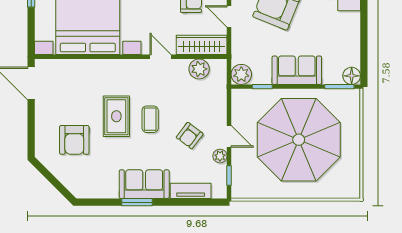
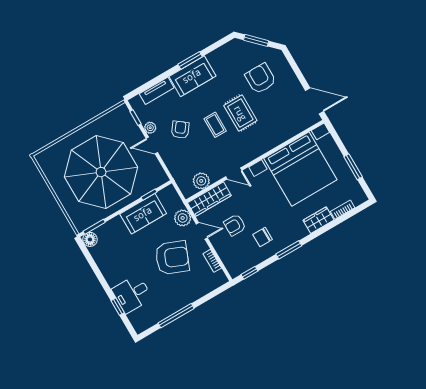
sofa: (297, 70) -> (143, 214), moved
plant: (241, 74) -> (183, 218), moved
window: (56, 183) -> (256, 40), added

